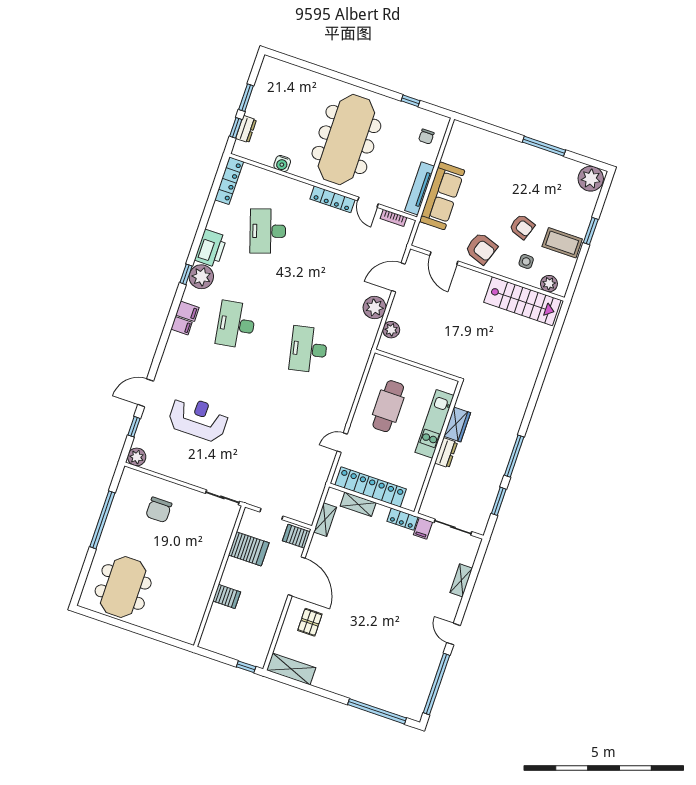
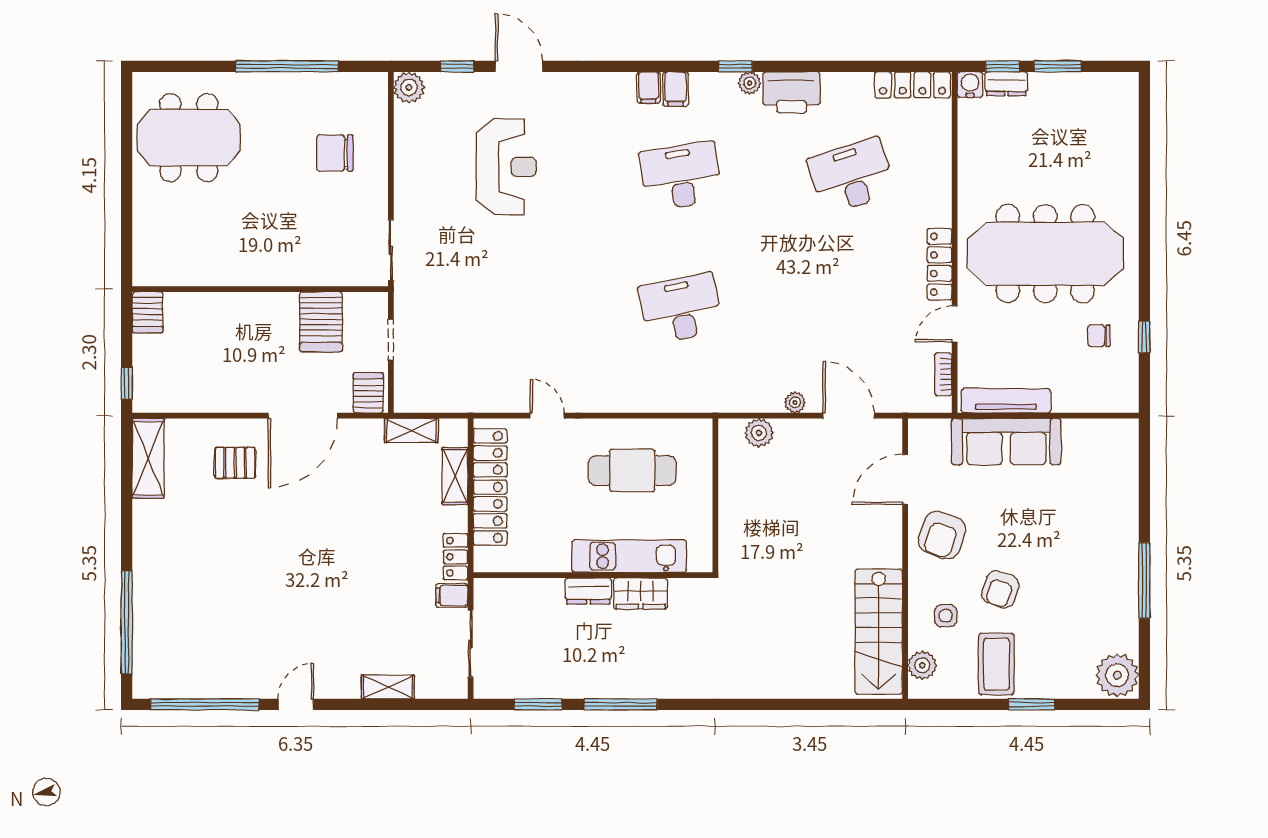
chair: (426, 137) -> (1099, 336), moved
water cooler: (282, 164) -> (970, 85), moved, turned 90
plant: (201, 277) -> (750, 83), width x0.53, depth x0.53
plant: (375, 308) -> (795, 402), width x0.53, depth x0.53
server rack: (227, 596) -> (148, 312), moved

